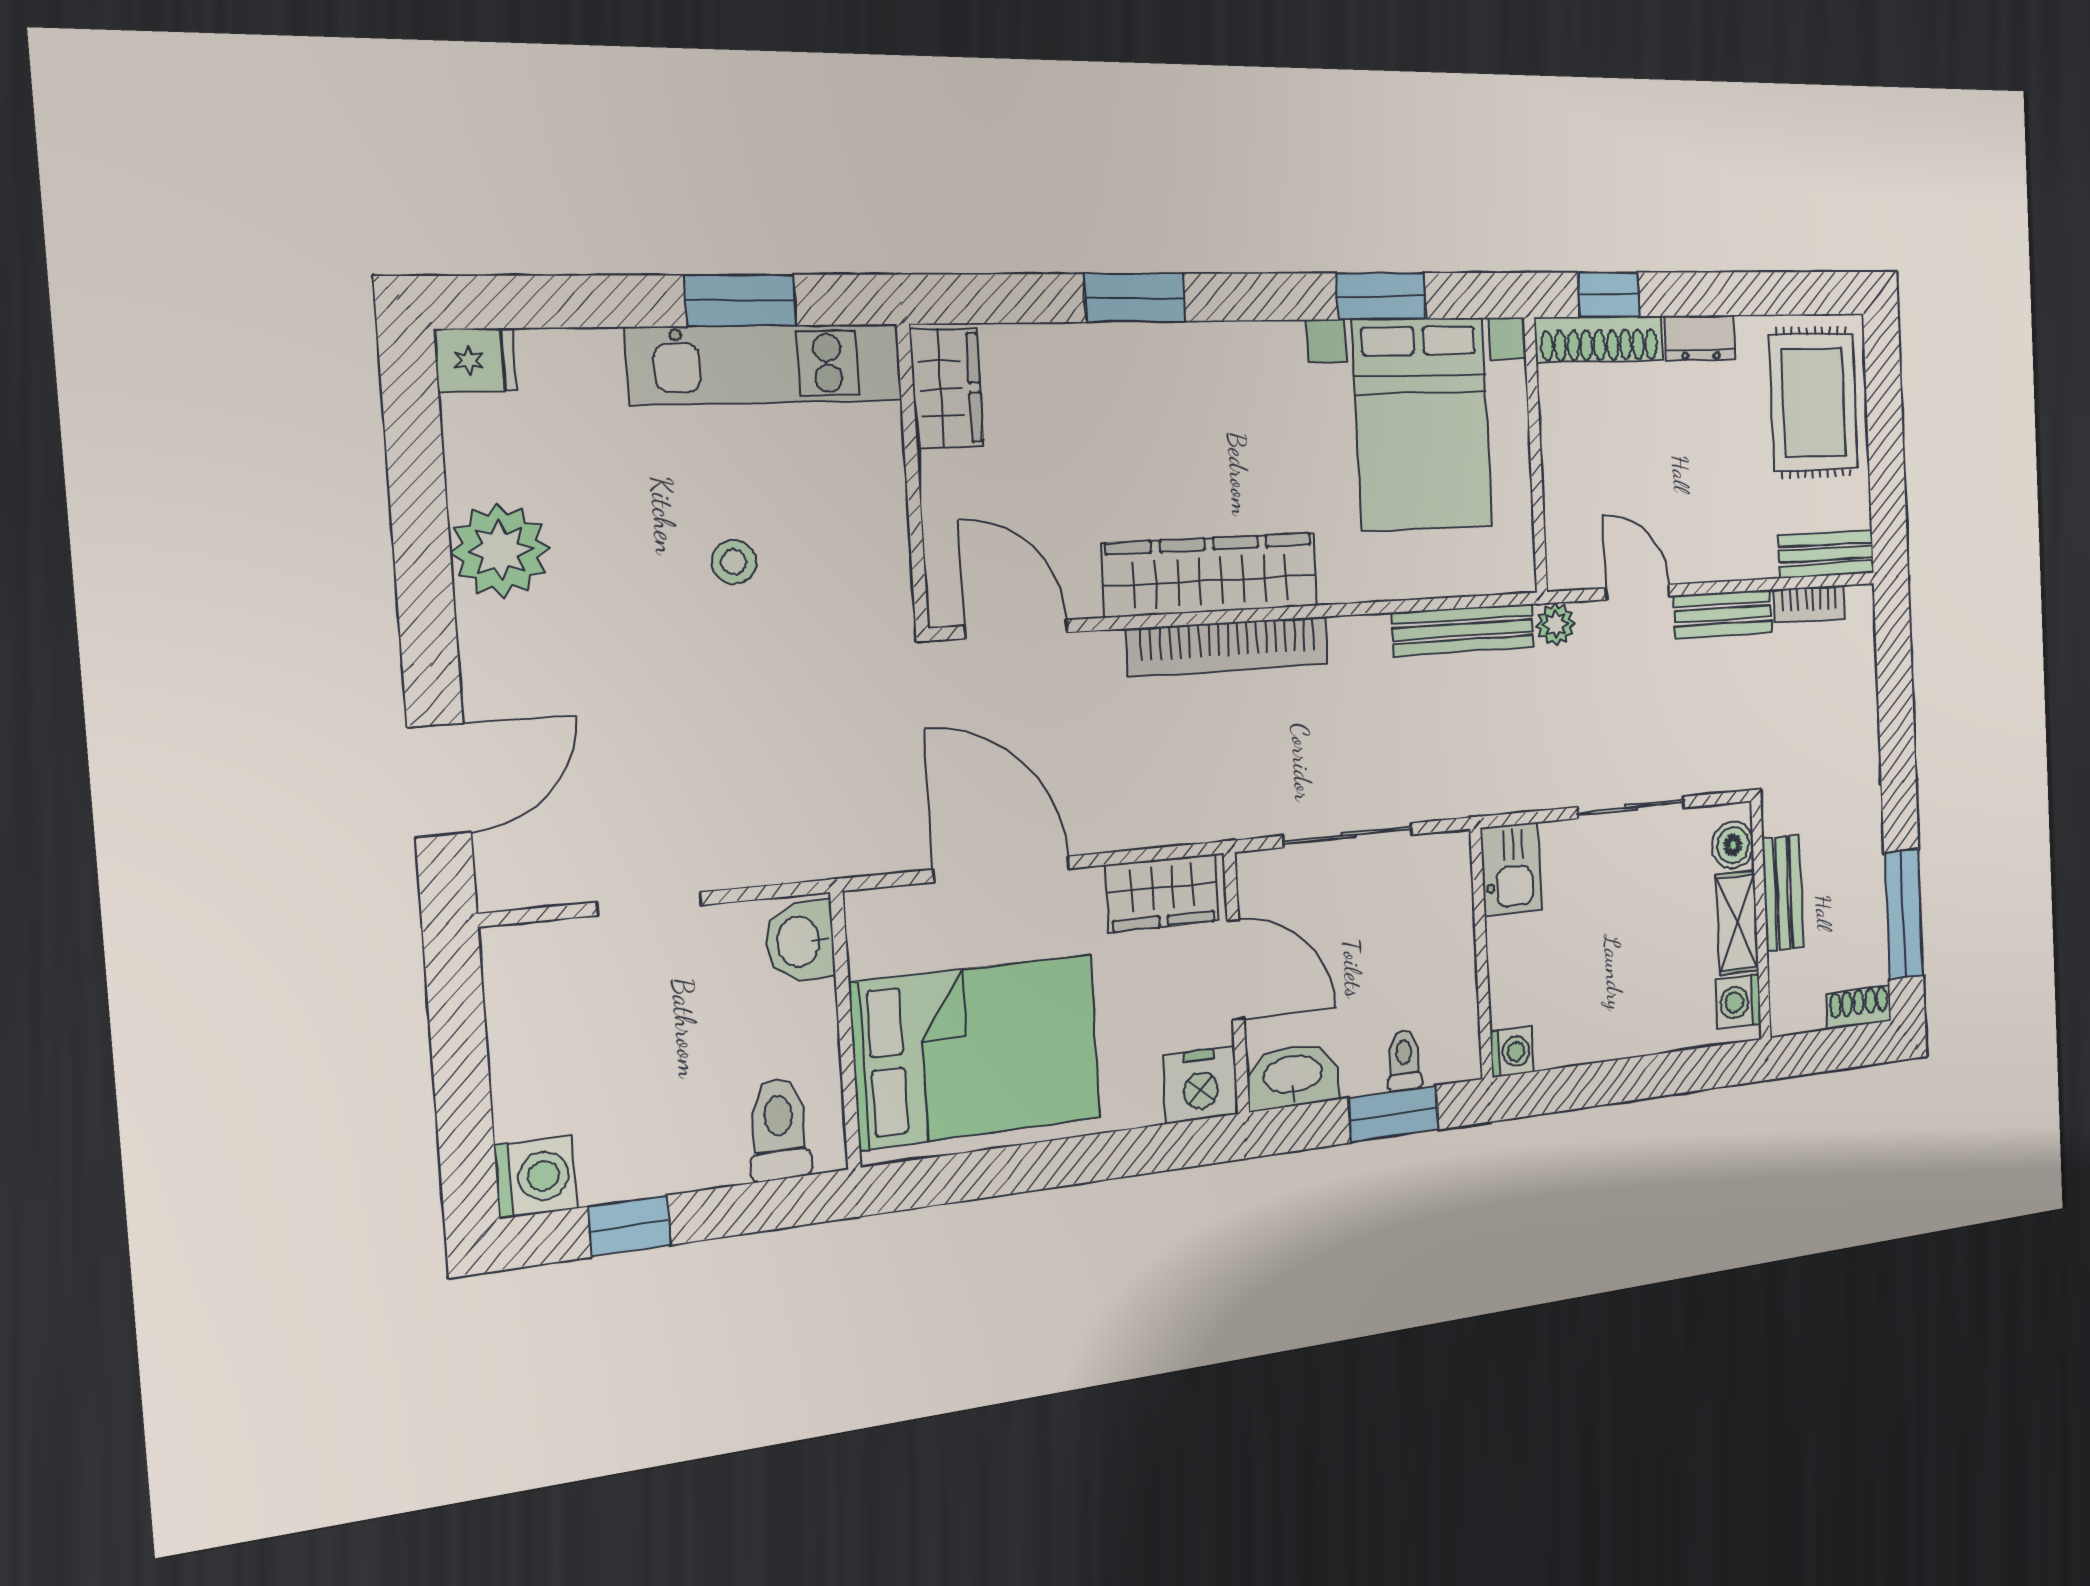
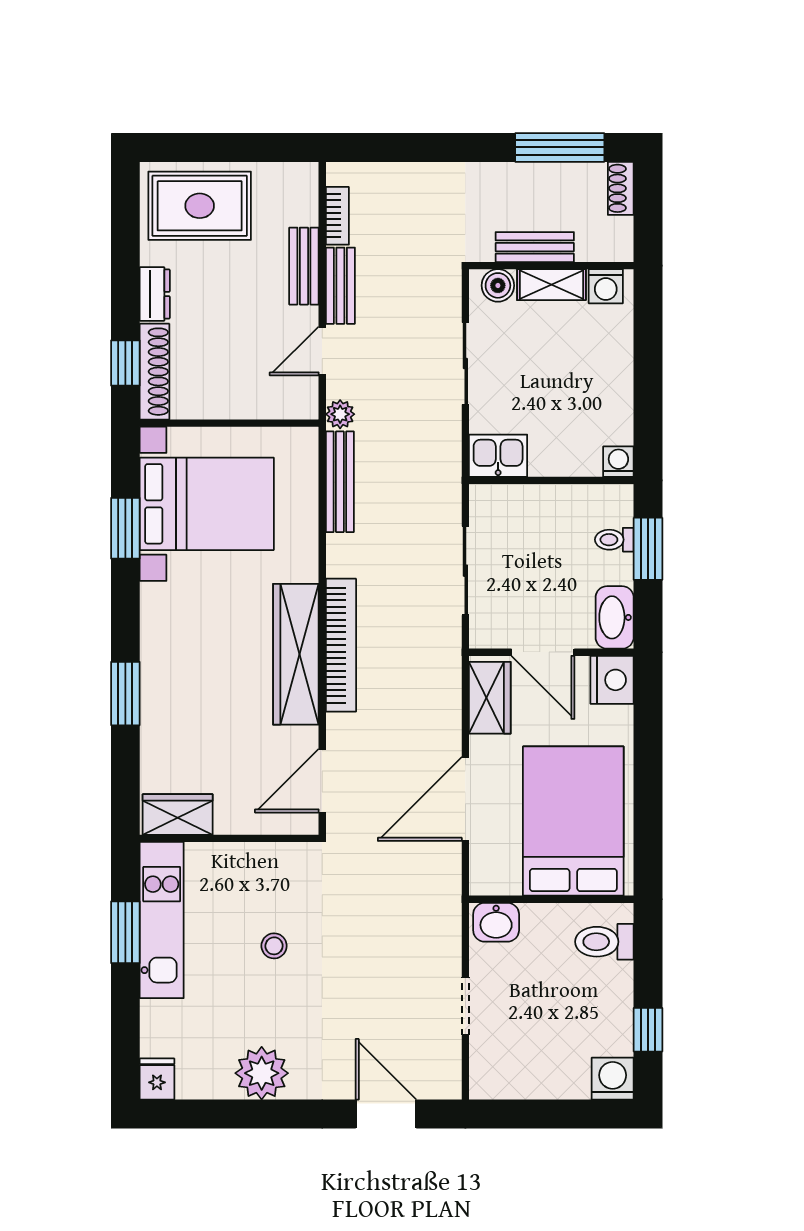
bench: (1826, 554) -> (304, 266), moved
door: (1236, 970) -> (543, 652), swing flipped

